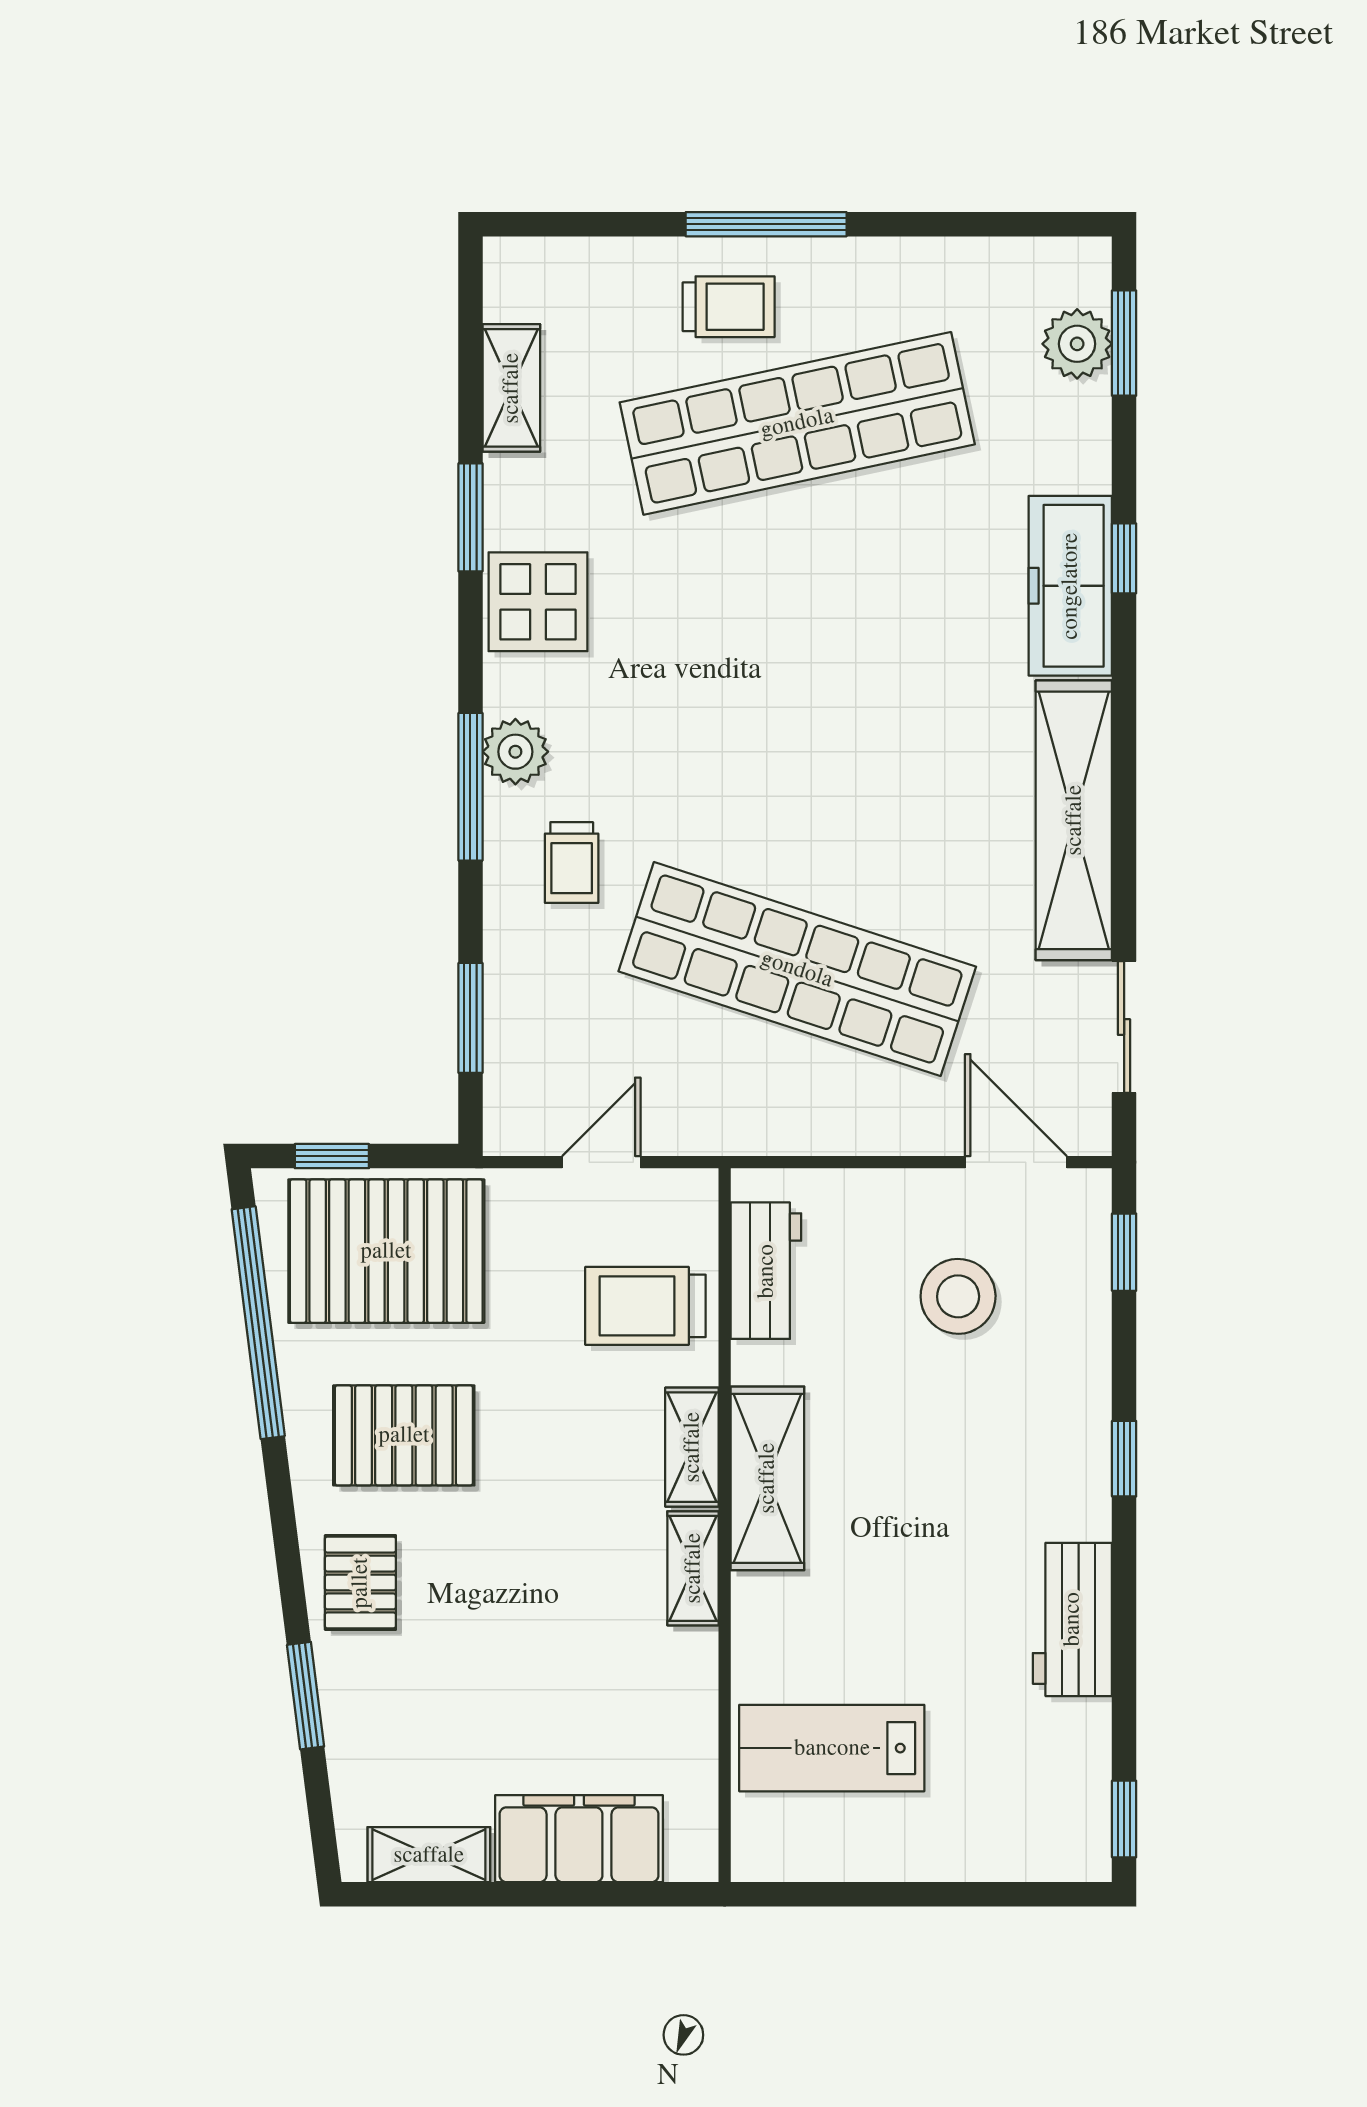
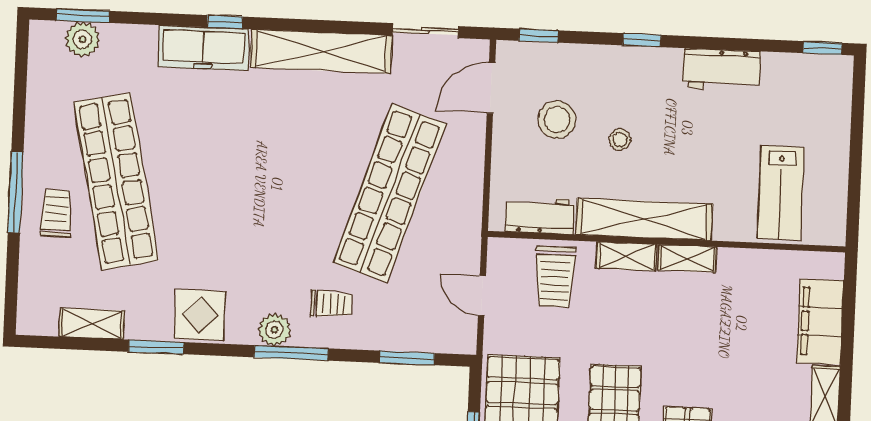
window: (1124, 558) -> (225, 22), moved
stool: (924, 1423) -> (620, 139), added
shelving: (767, 1478) -> (644, 219), width x1.47

